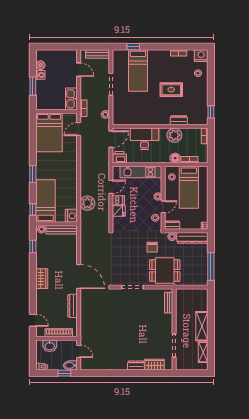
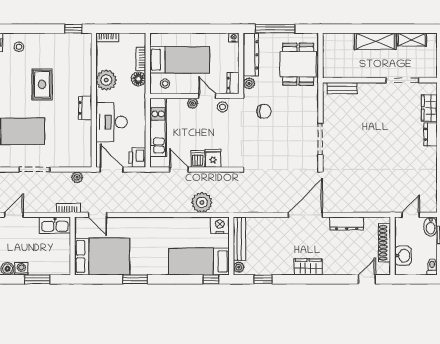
dresser: (179, 120) -> (85, 108), moved
window: (33, 174) -> (135, 279), moved
window: (211, 267) -> (275, 29), moved
dining table: (165, 271) -> (298, 64), moved

